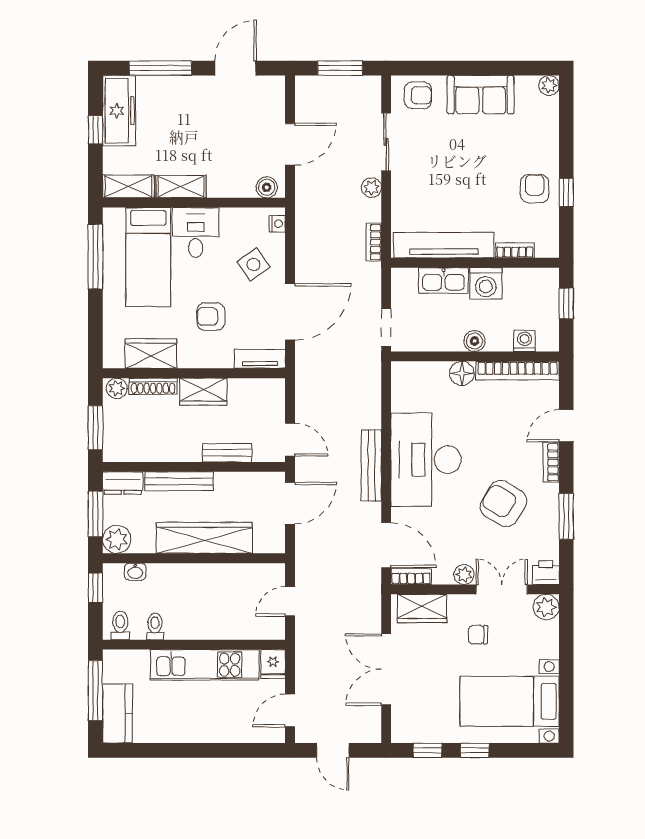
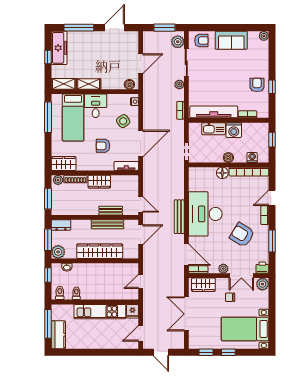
plant: (368, 98) -> (178, 42), added
wardrobe: (151, 354) -> (64, 163), moved
bench: (179, 481) -> (107, 224), moved
double door: (502, 589) -> (241, 276), swing flipped

